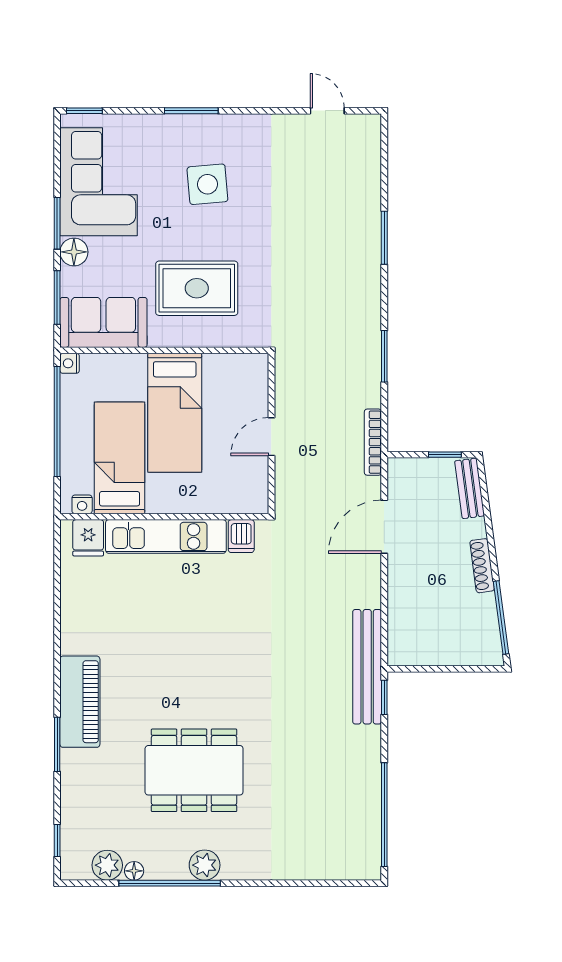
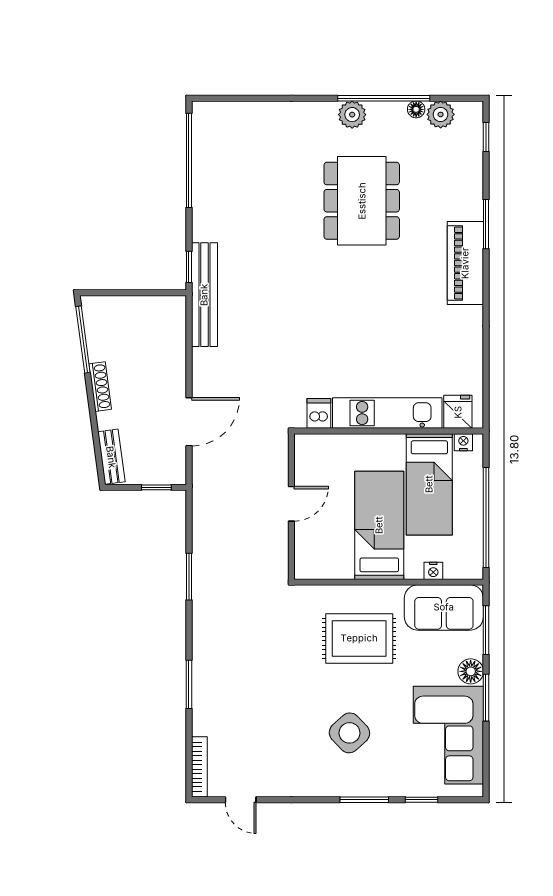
window: (84, 111) -> (421, 800), moved
side table: (207, 184) -> (349, 733), turned -38
nightstand: (70, 363) -> (433, 571), moved, turned 90
bookcase: (373, 442) -> (199, 767), moved
window: (445, 455) -> (156, 487), moved
dining table: (194, 770) -> (362, 201), turned 90

